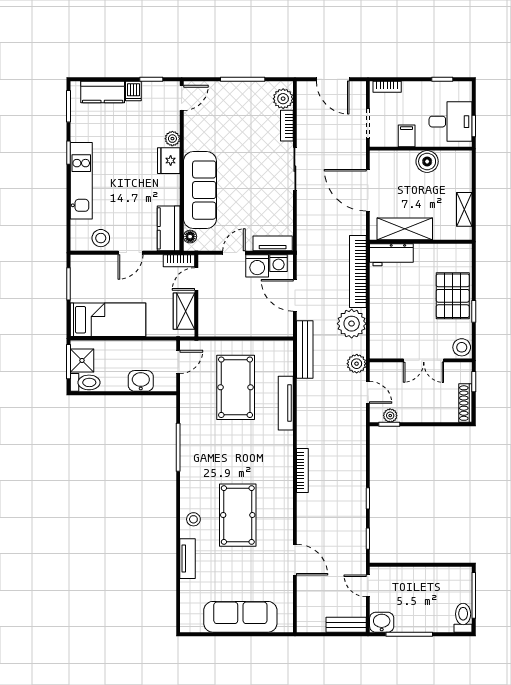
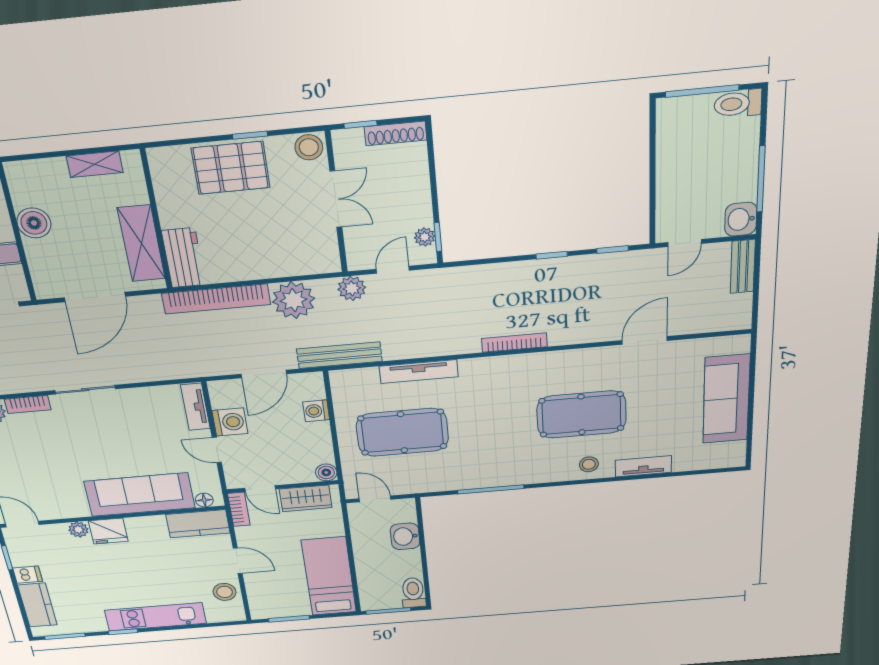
washing machine: (279, 263) -> (316, 411), moved, turned 180
boiler: (206, 329) -> (326, 472), added
shower: (82, 360) -> (385, 598), removed

